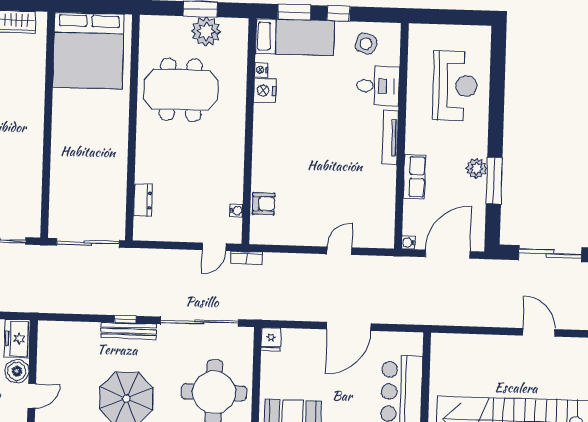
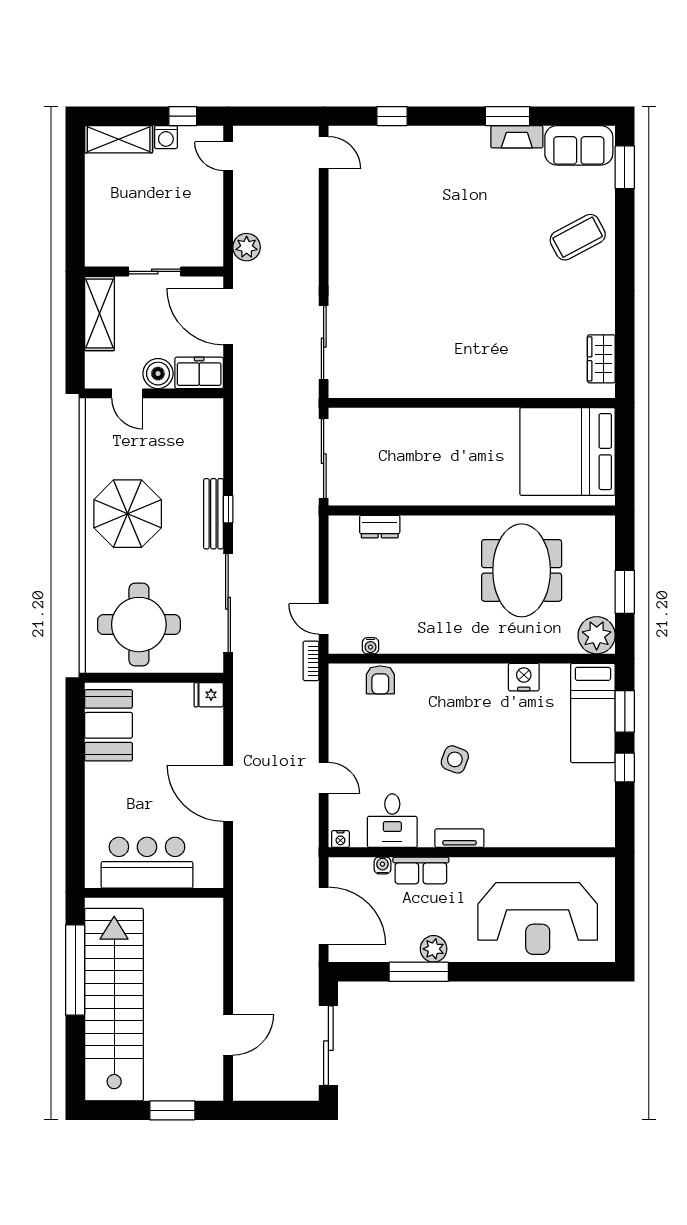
plant: (206, 31) -> (597, 635), moved
side table: (366, 44) -> (455, 759), moved
nightstand: (261, 70) -> (340, 839), moved, turned 180
desk: (378, 86) -> (392, 821), moved
reception desk: (455, 86) -> (538, 918), width x1.36, depth x1.30
tv unit: (390, 137) -> (459, 838), width x0.71
water cooler: (408, 242) -> (382, 865), moved

